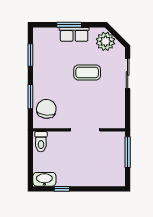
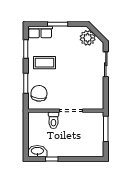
row of seats: (74, 34) -> (40, 32), moved
coffee table: (87, 72) -> (44, 63), moved
toilet: (41, 142) -> (53, 120), moved

